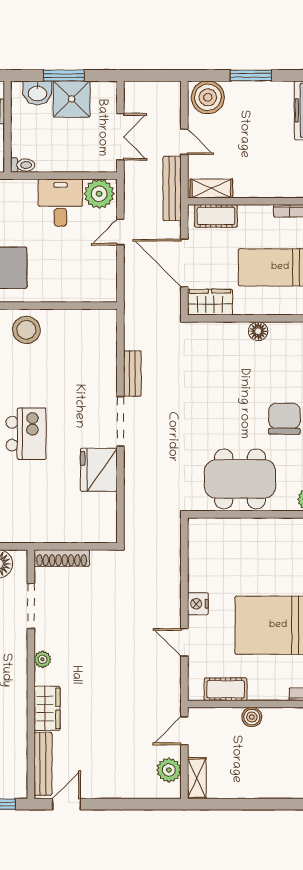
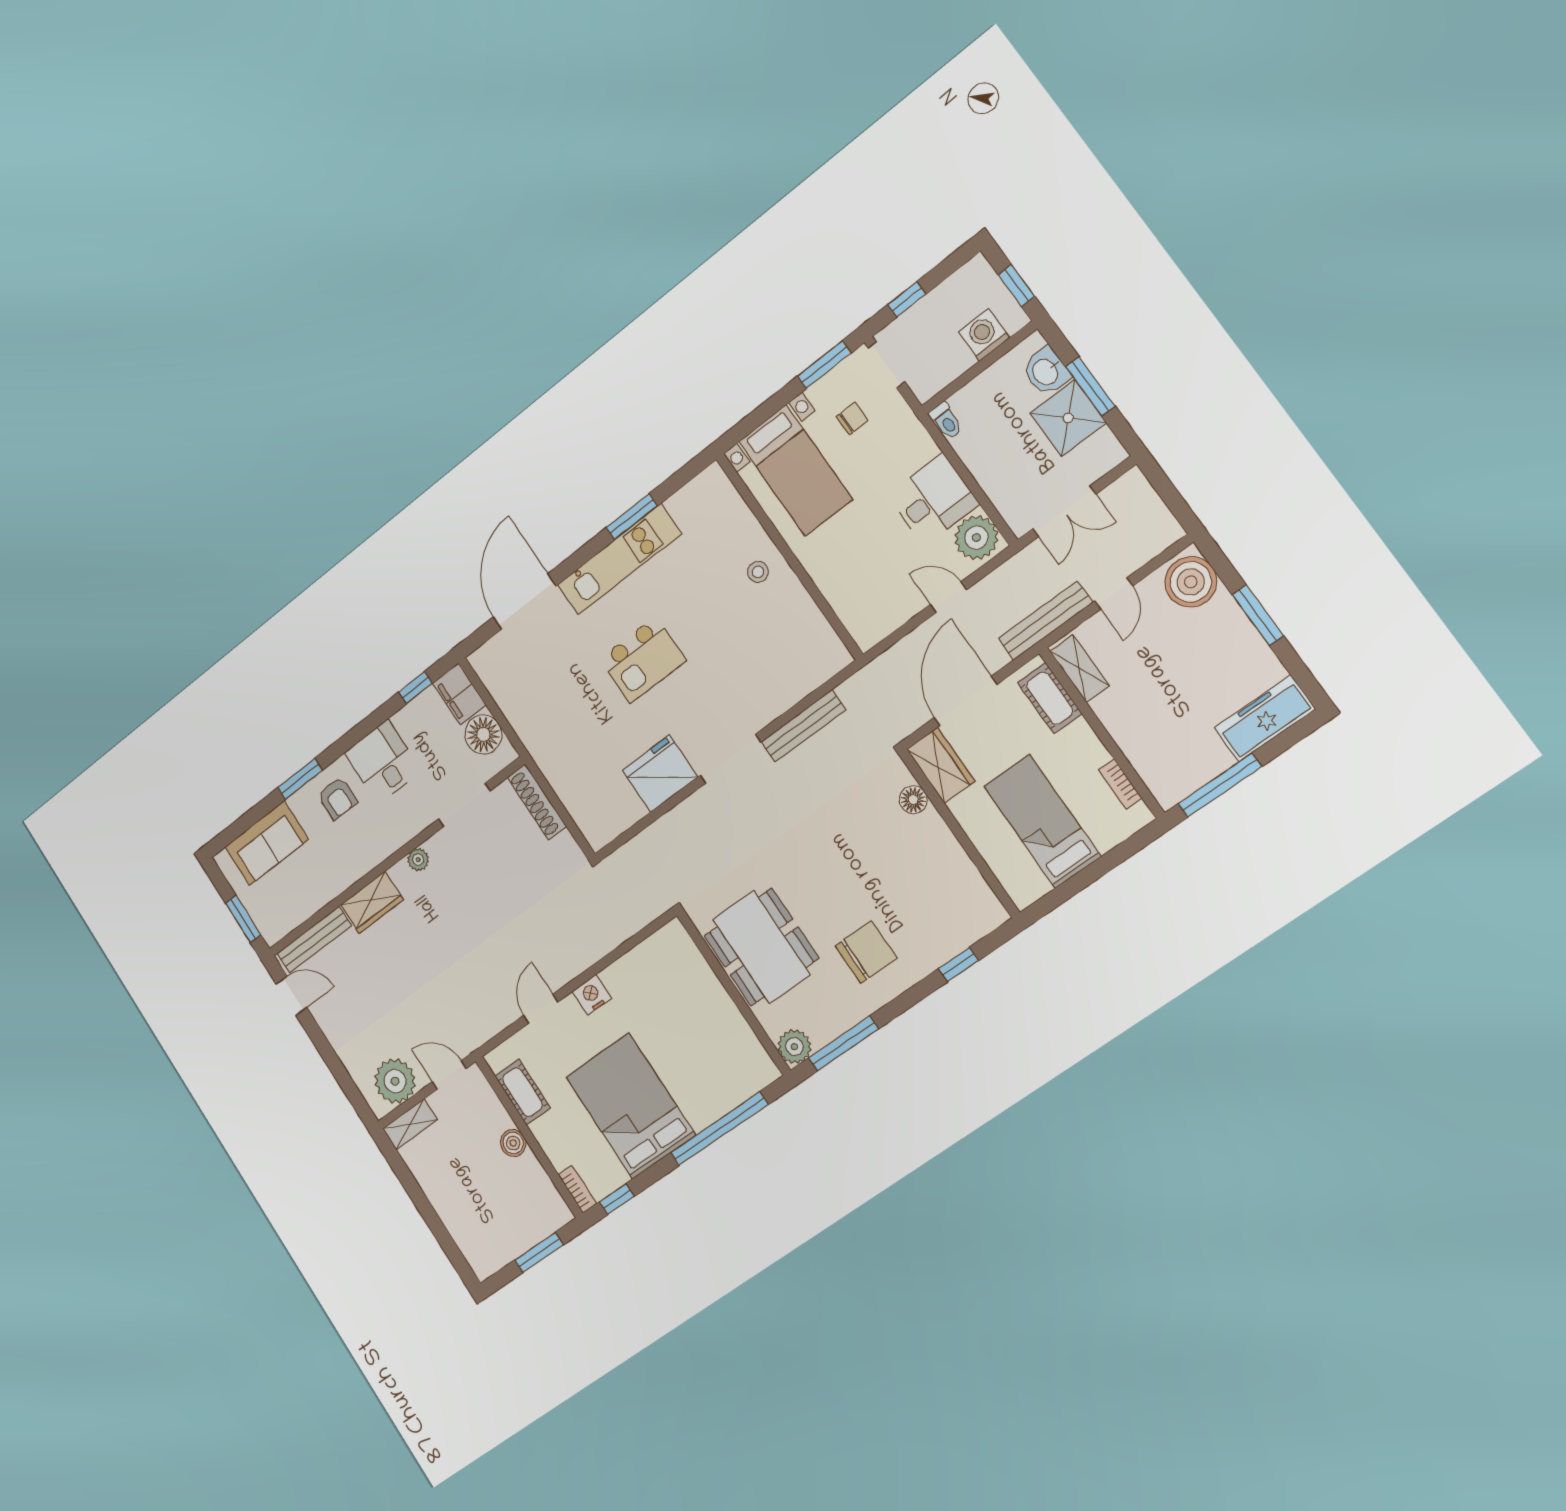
stool: (26, 330) -> (758, 572), width x0.53, depth x0.53
floor lamp: (258, 331) -> (913, 800), moved
bench: (132, 374) -> (803, 726), width x1.36
plant: (169, 770) -> (395, 1081), width x1.36, depth x1.36

